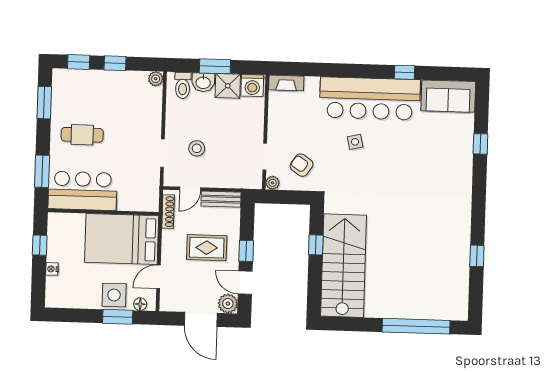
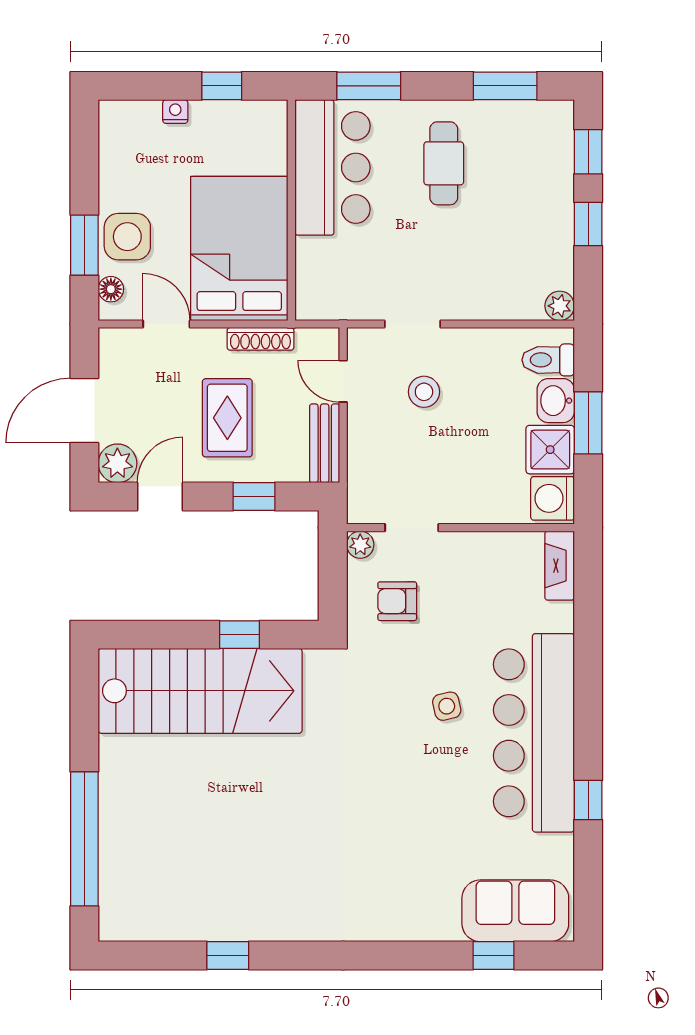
sofa: (448, 96) -> (515, 911), moved, turned 90
window: (480, 144) -> (493, 955), moved
armchair: (302, 165) -> (397, 601), turned -124
shoe rack: (168, 212) -> (260, 339), moved
window: (246, 251) -> (254, 497), moved

